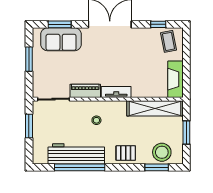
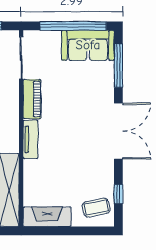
window: (60, 24) -> (118, 66), width x1.44
sofa: (61, 39) -> (88, 45), moved, turned -90
window: (29, 59) -> (73, 26), width x2.11

